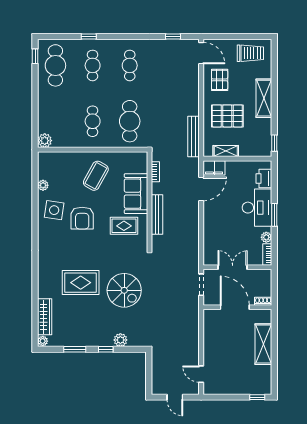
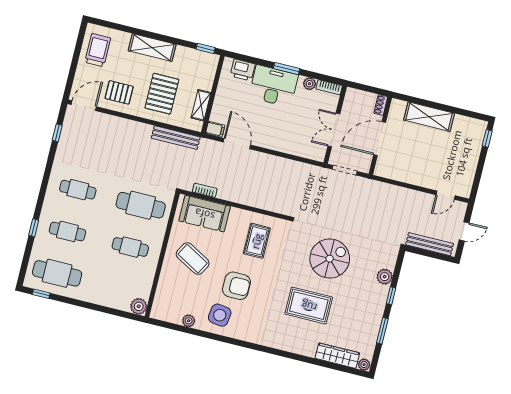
filing cabinet: (214, 168) -> (215, 129), width x0.50
sofa: (136, 194) -> (205, 214), moved
bench: (157, 215) -> (430, 244), moved
rug: (81, 283) -> (309, 306), turned 90

